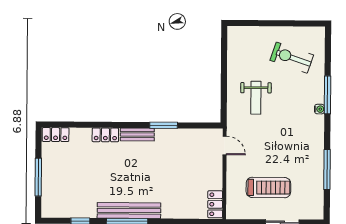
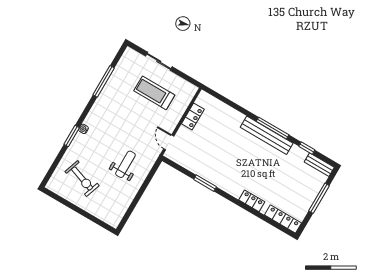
window: (328, 95) -> (72, 136), width x0.69
locker: (56, 135) -> (283, 219), width x1.53
bench: (137, 135) -> (319, 165), moved
locker: (215, 204) -> (193, 117), moved

